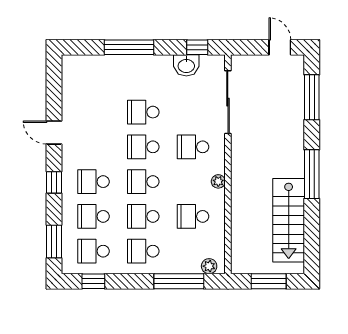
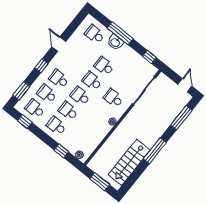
washbasin: (186, 65) -> (115, 42), moved
school desk: (193, 216) -> (95, 34), moved
window: (179, 281) -> (61, 151), width x0.46

